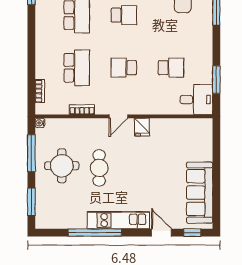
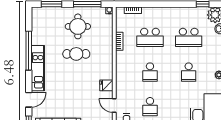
school desk: (124, 68) -> (150, 72), turned 180
door: (118, 116) -> (114, 106), moved

